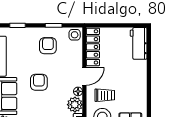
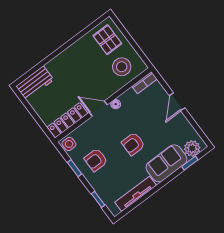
trolley: (105, 95) -> (101, 79), removed
plant: (75, 105) -> (129, 98), removed

